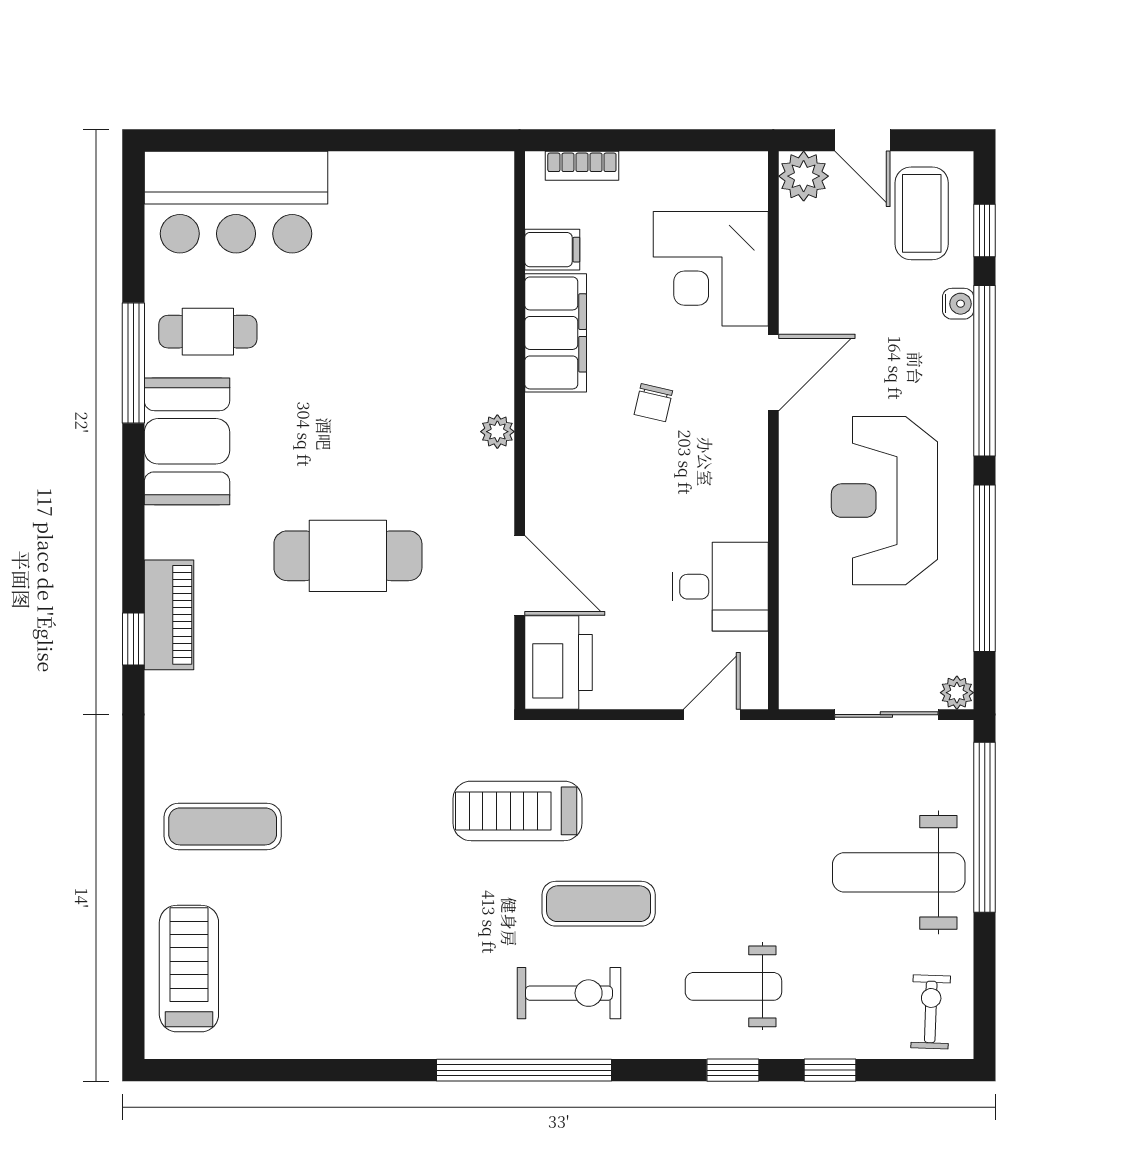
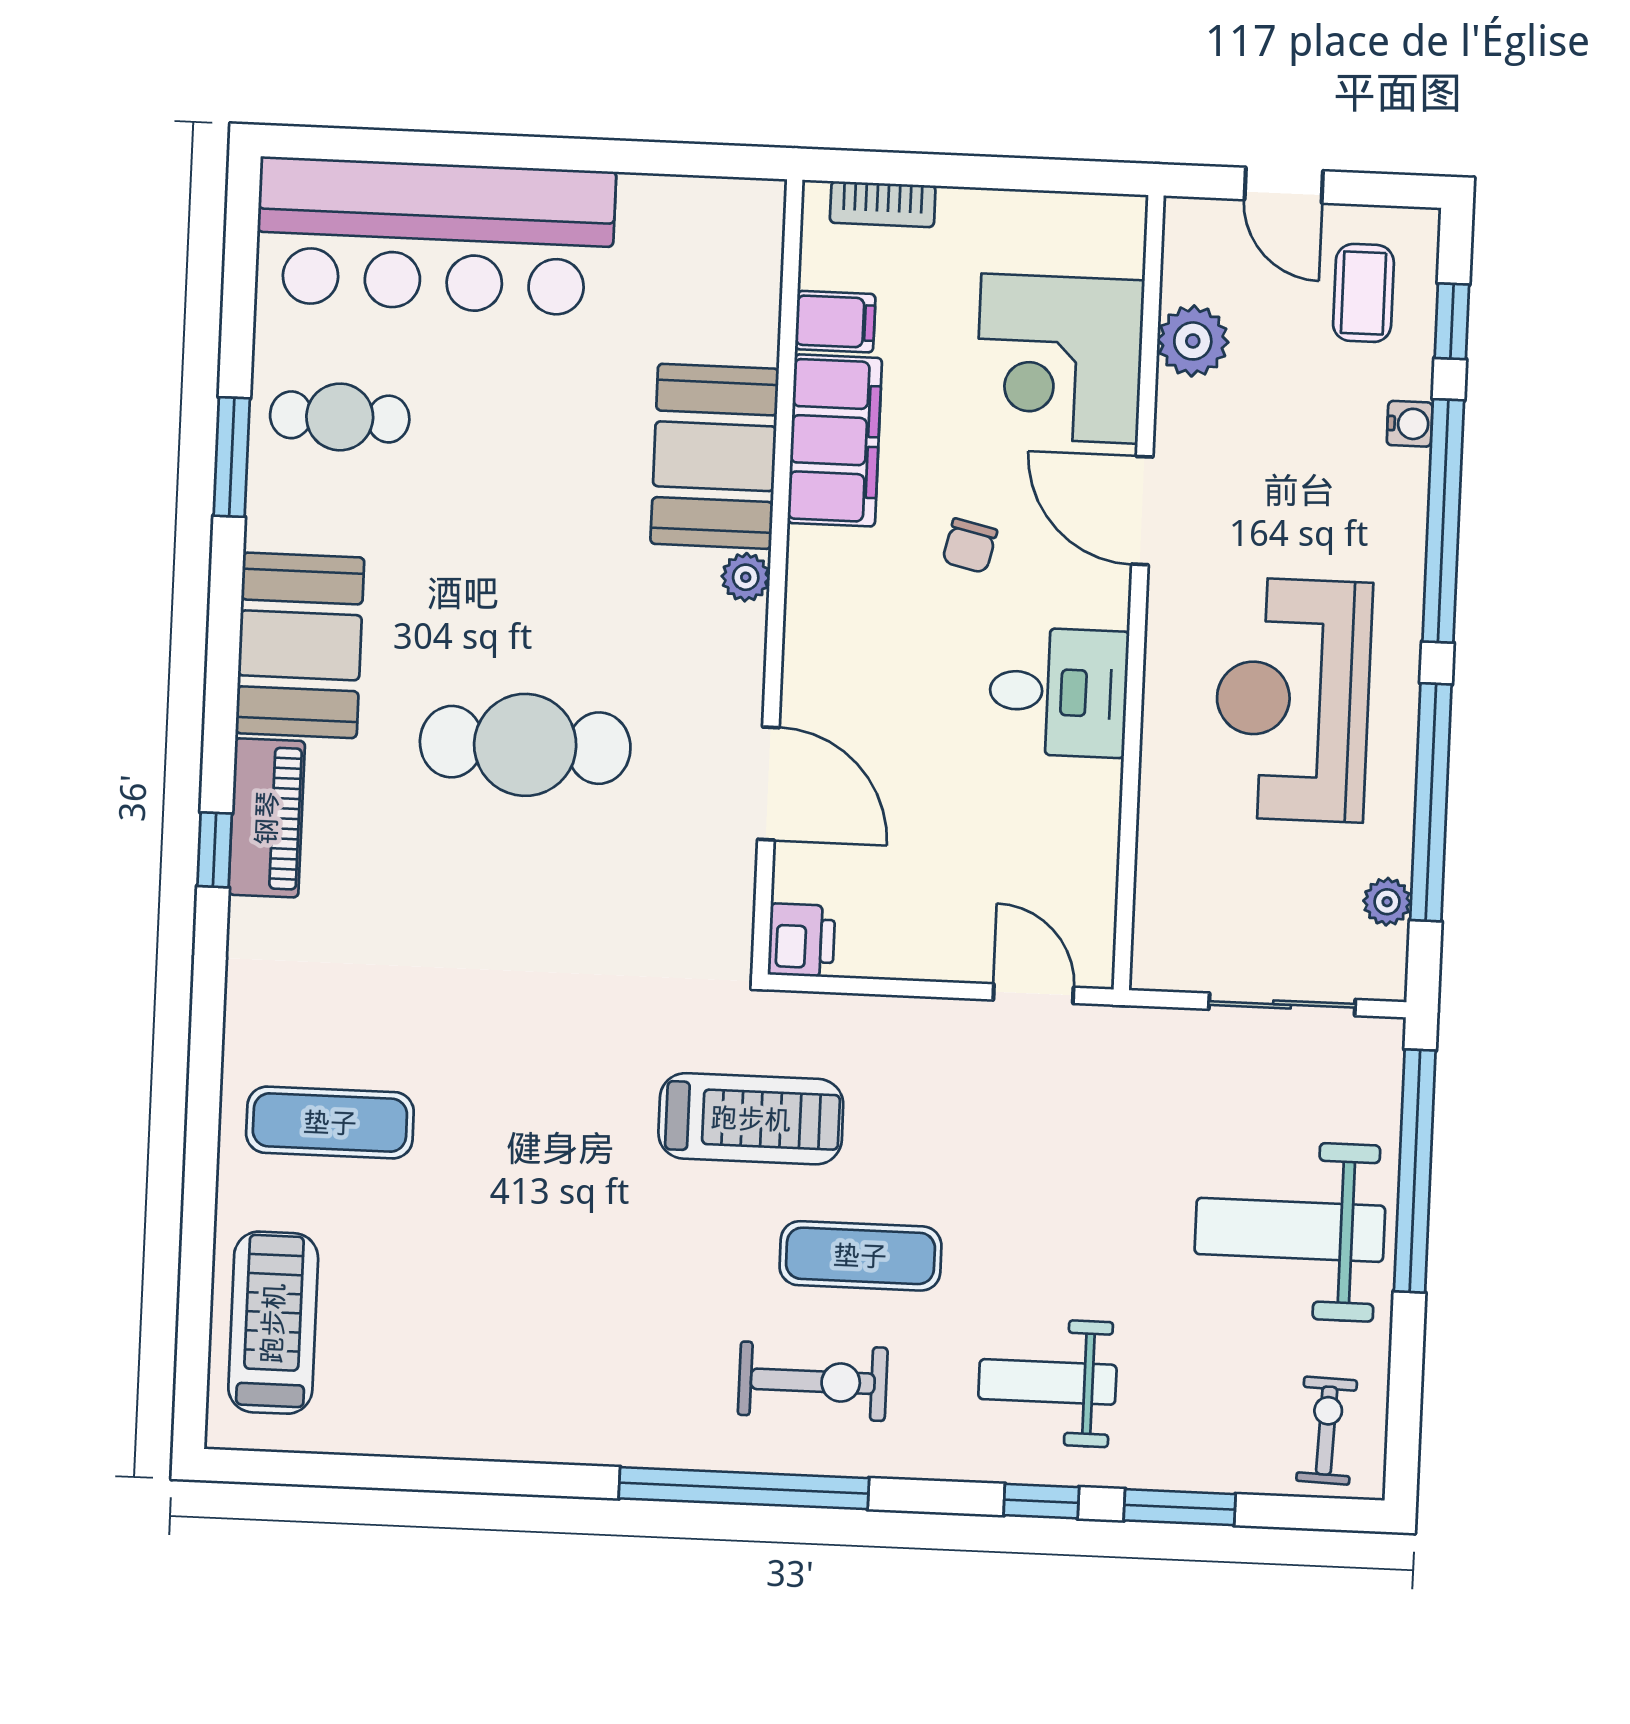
plant: (804, 176) -> (1193, 341), moved
bar counter: (236, 202) -> (435, 236), width x1.36
coffee table: (922, 213) -> (1363, 293), width x0.73, depth x0.77
booth: (472, 348) -> (715, 456), added
window: (133, 363) -> (232, 457), width x0.69
door: (773, 373) -> (1142, 511), swing flipped
booth: (187, 441) -> (300, 645), moved
desk: (720, 587) -> (1058, 692), moved
printer: (559, 662) -> (802, 940), width x0.53, depth x0.68
plant: (957, 693) -> (1387, 902), moved
door: (712, 715) -> (1033, 994), hinge flipped
treadmill: (518, 811) -> (751, 1119), turned 180
window: (830, 1070) -> (1180, 1507), width x1.50

